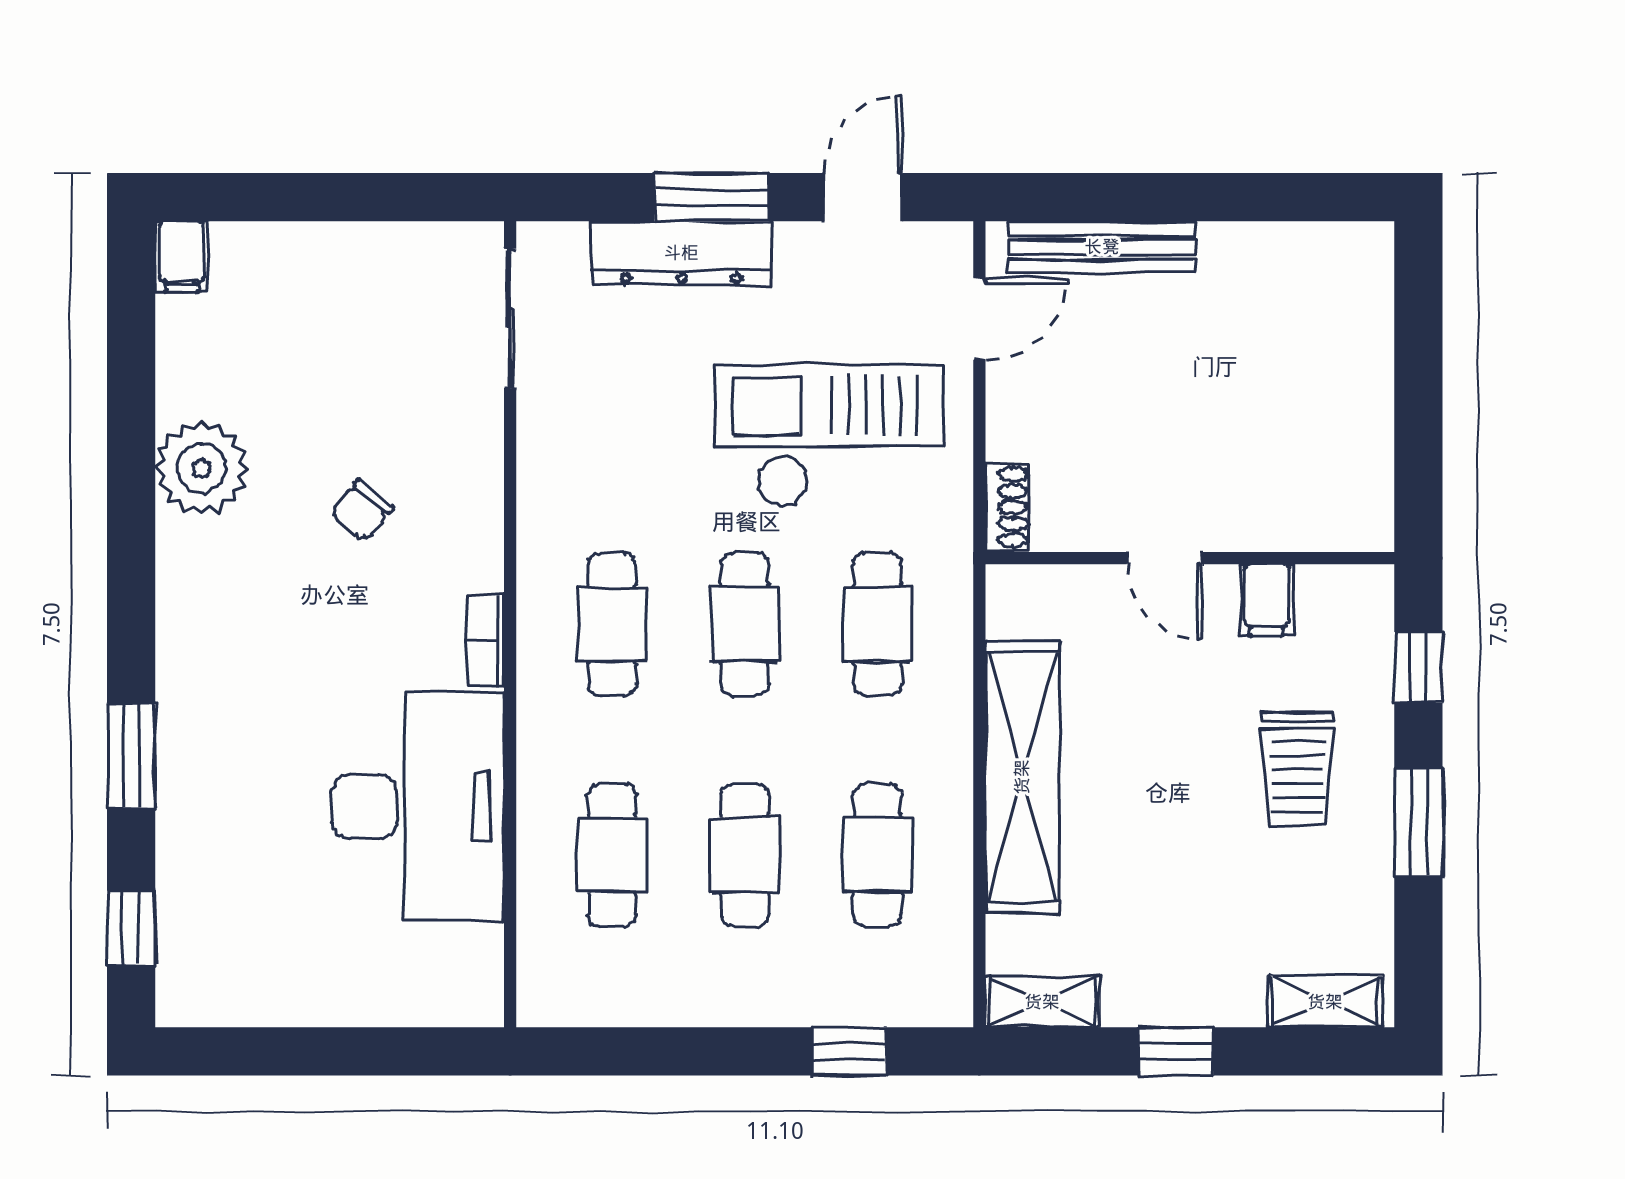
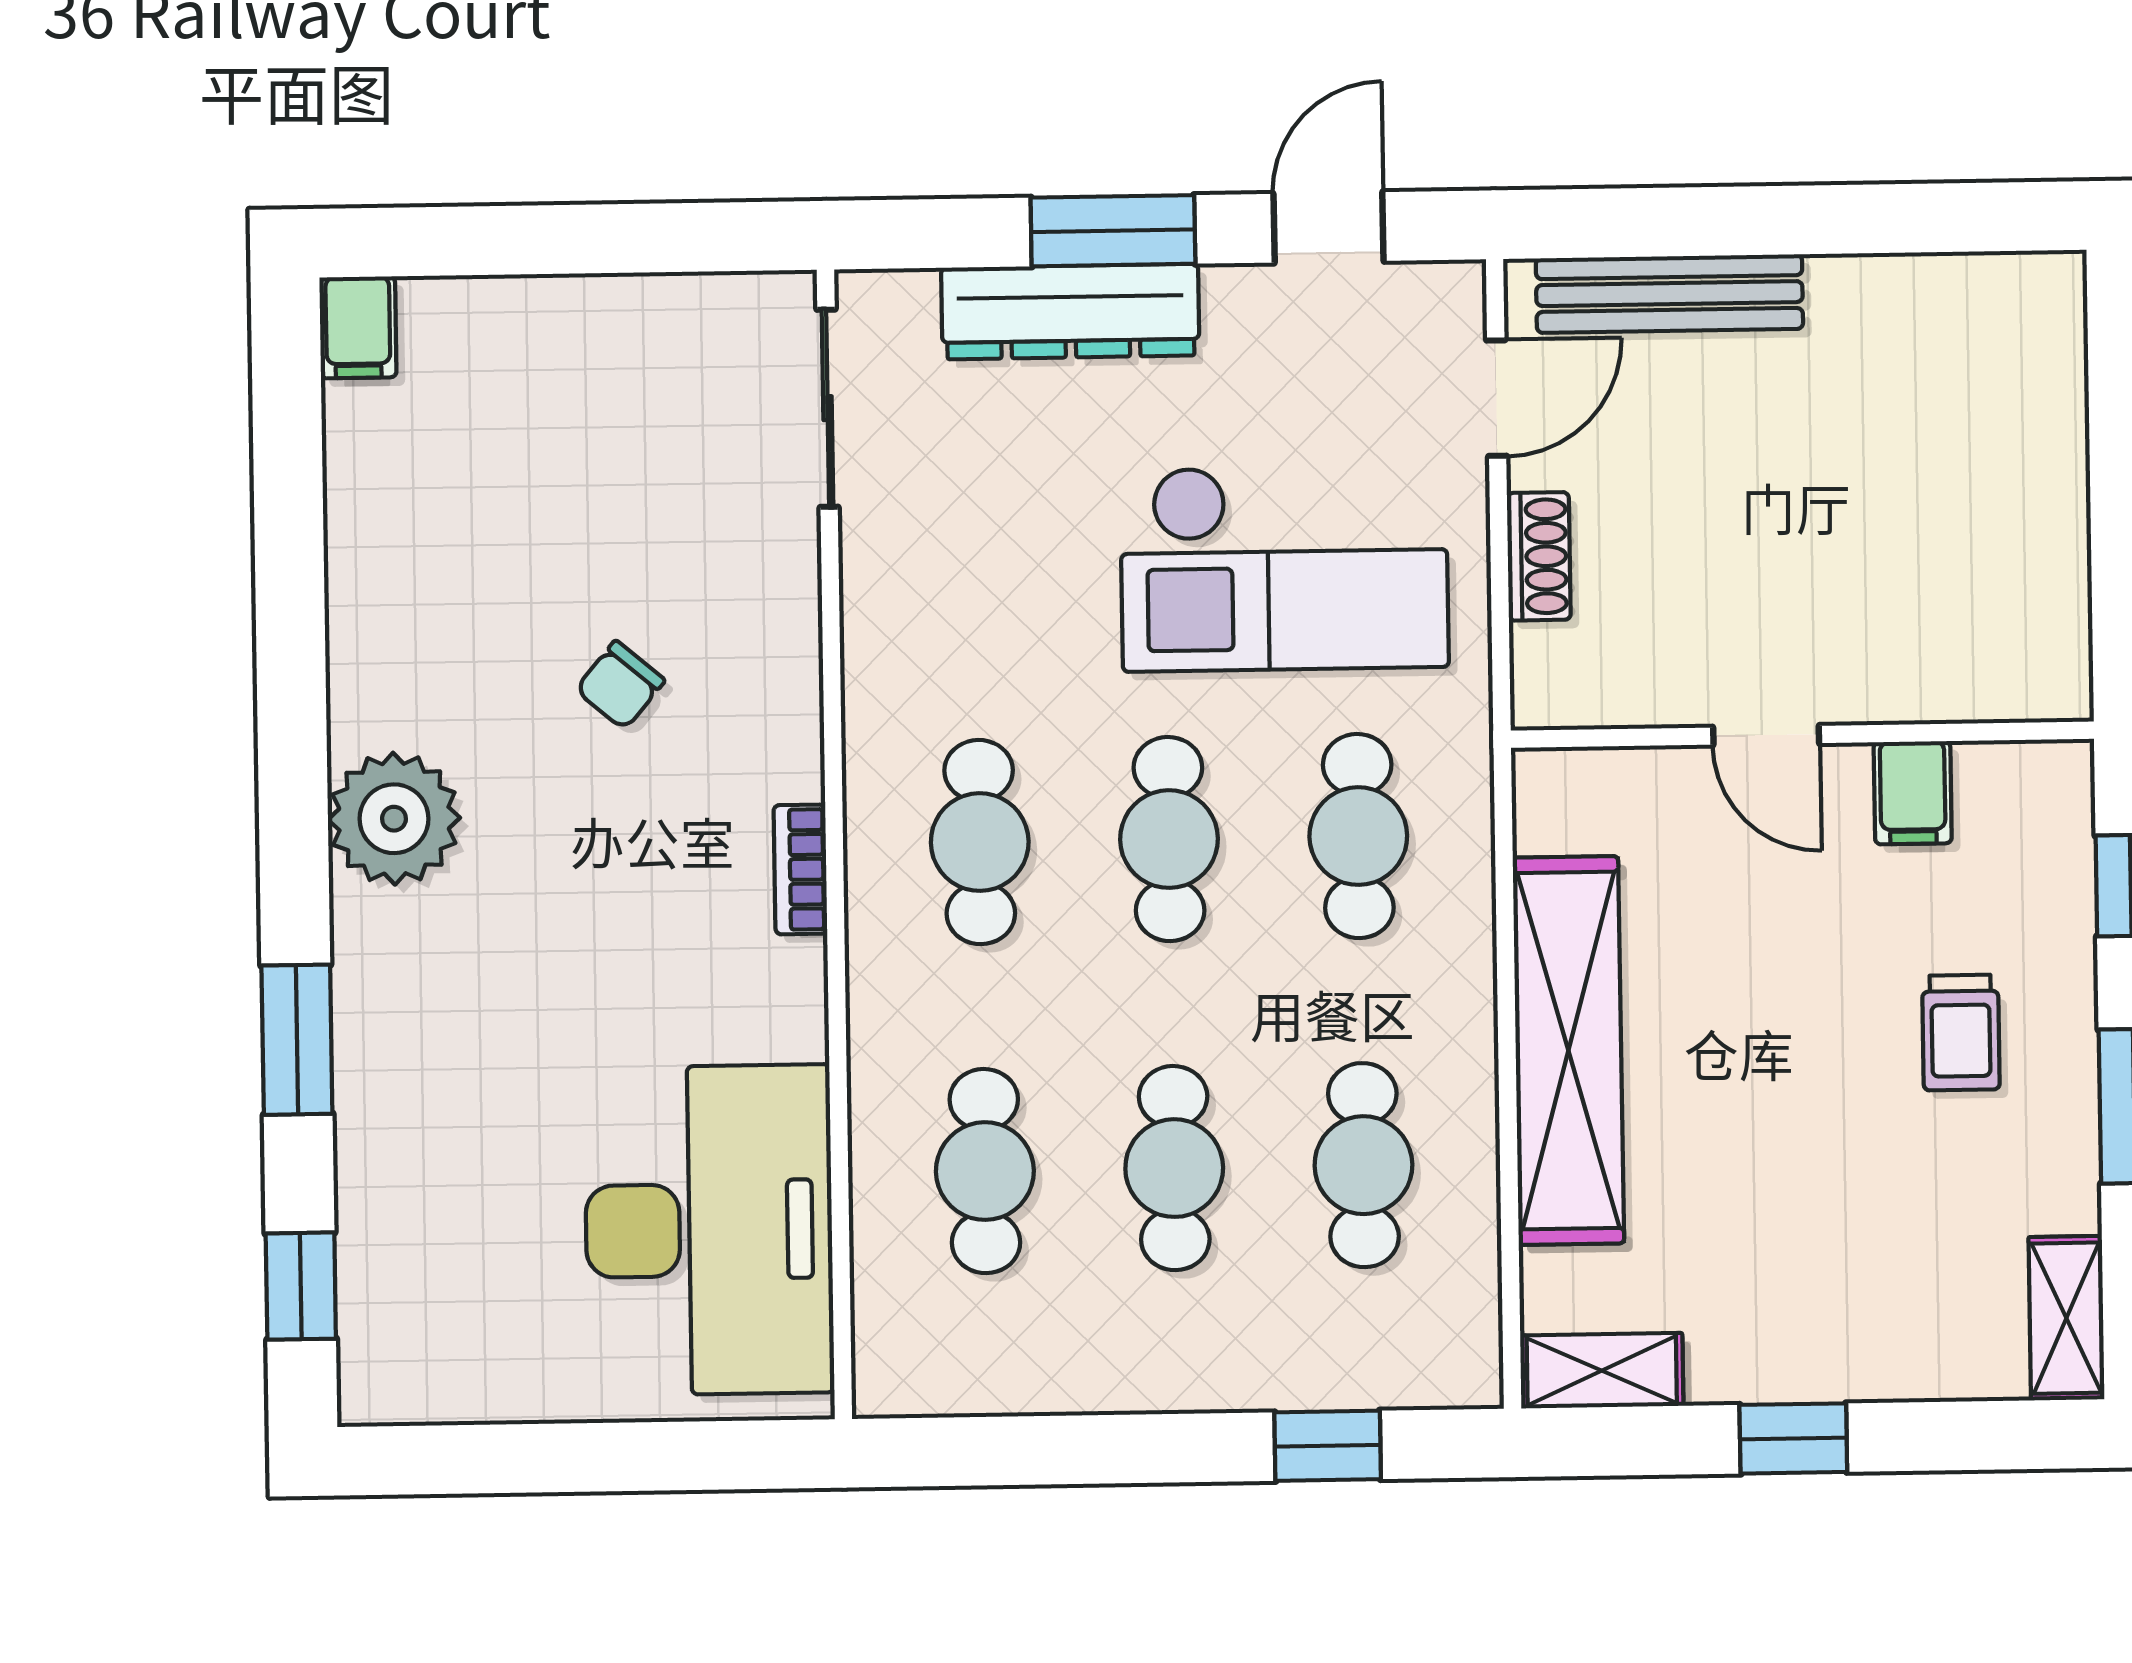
checkout: (829, 435) -> (1284, 568), turned 180
plant: (202, 468) -> (394, 819), moved
shoe rack: (1007, 507) -> (1539, 556), moved
trolley: (1298, 769) -> (1961, 1033), width x0.73, depth x0.72
desk: (418, 807) -> (709, 1230), moved
shelving: (1325, 1002) -> (2066, 1318), moved, turned 90

